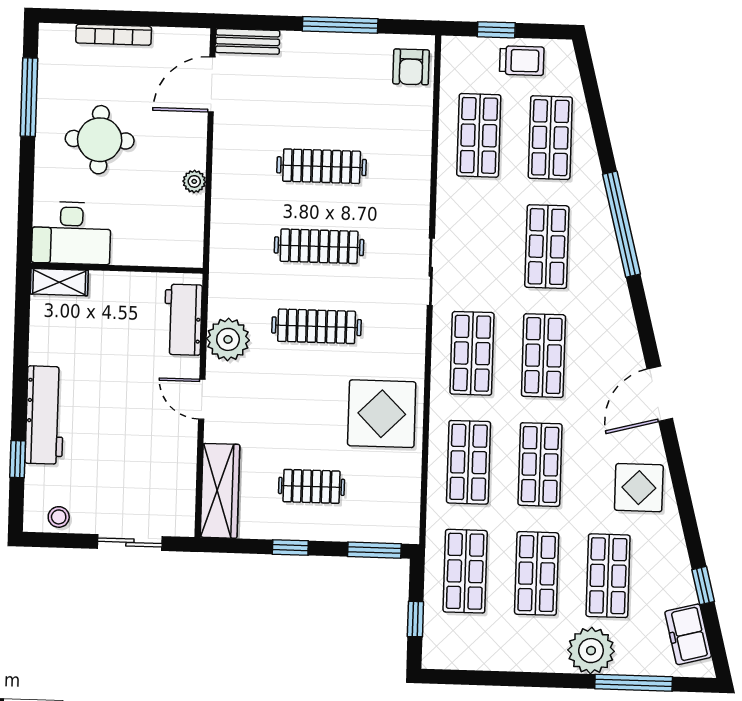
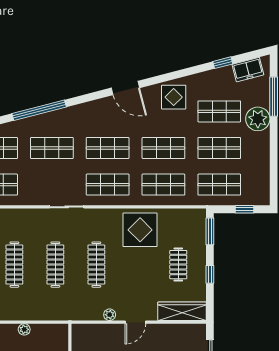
workbench: (183, 320) -> (95, 333), removed
plant: (228, 339) -> (110, 315), width x0.53, depth x0.53

